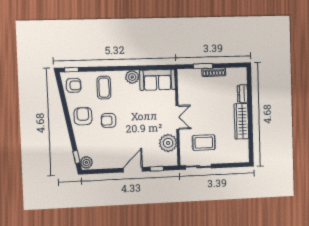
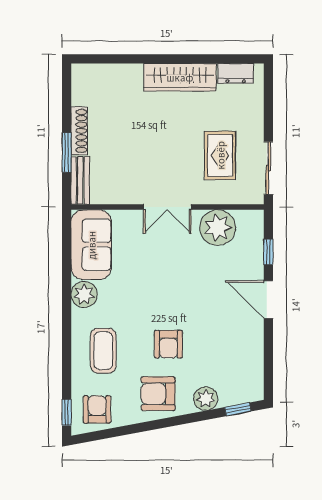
bench: (189, 73) -> (80, 181), added
coffee table: (104, 88) -> (103, 351), turned 90
dresser: (243, 94) -> (236, 73), moved
double door: (177, 117) -> (167, 207), swing flipped
plant: (86, 162) -> (206, 399), moved

